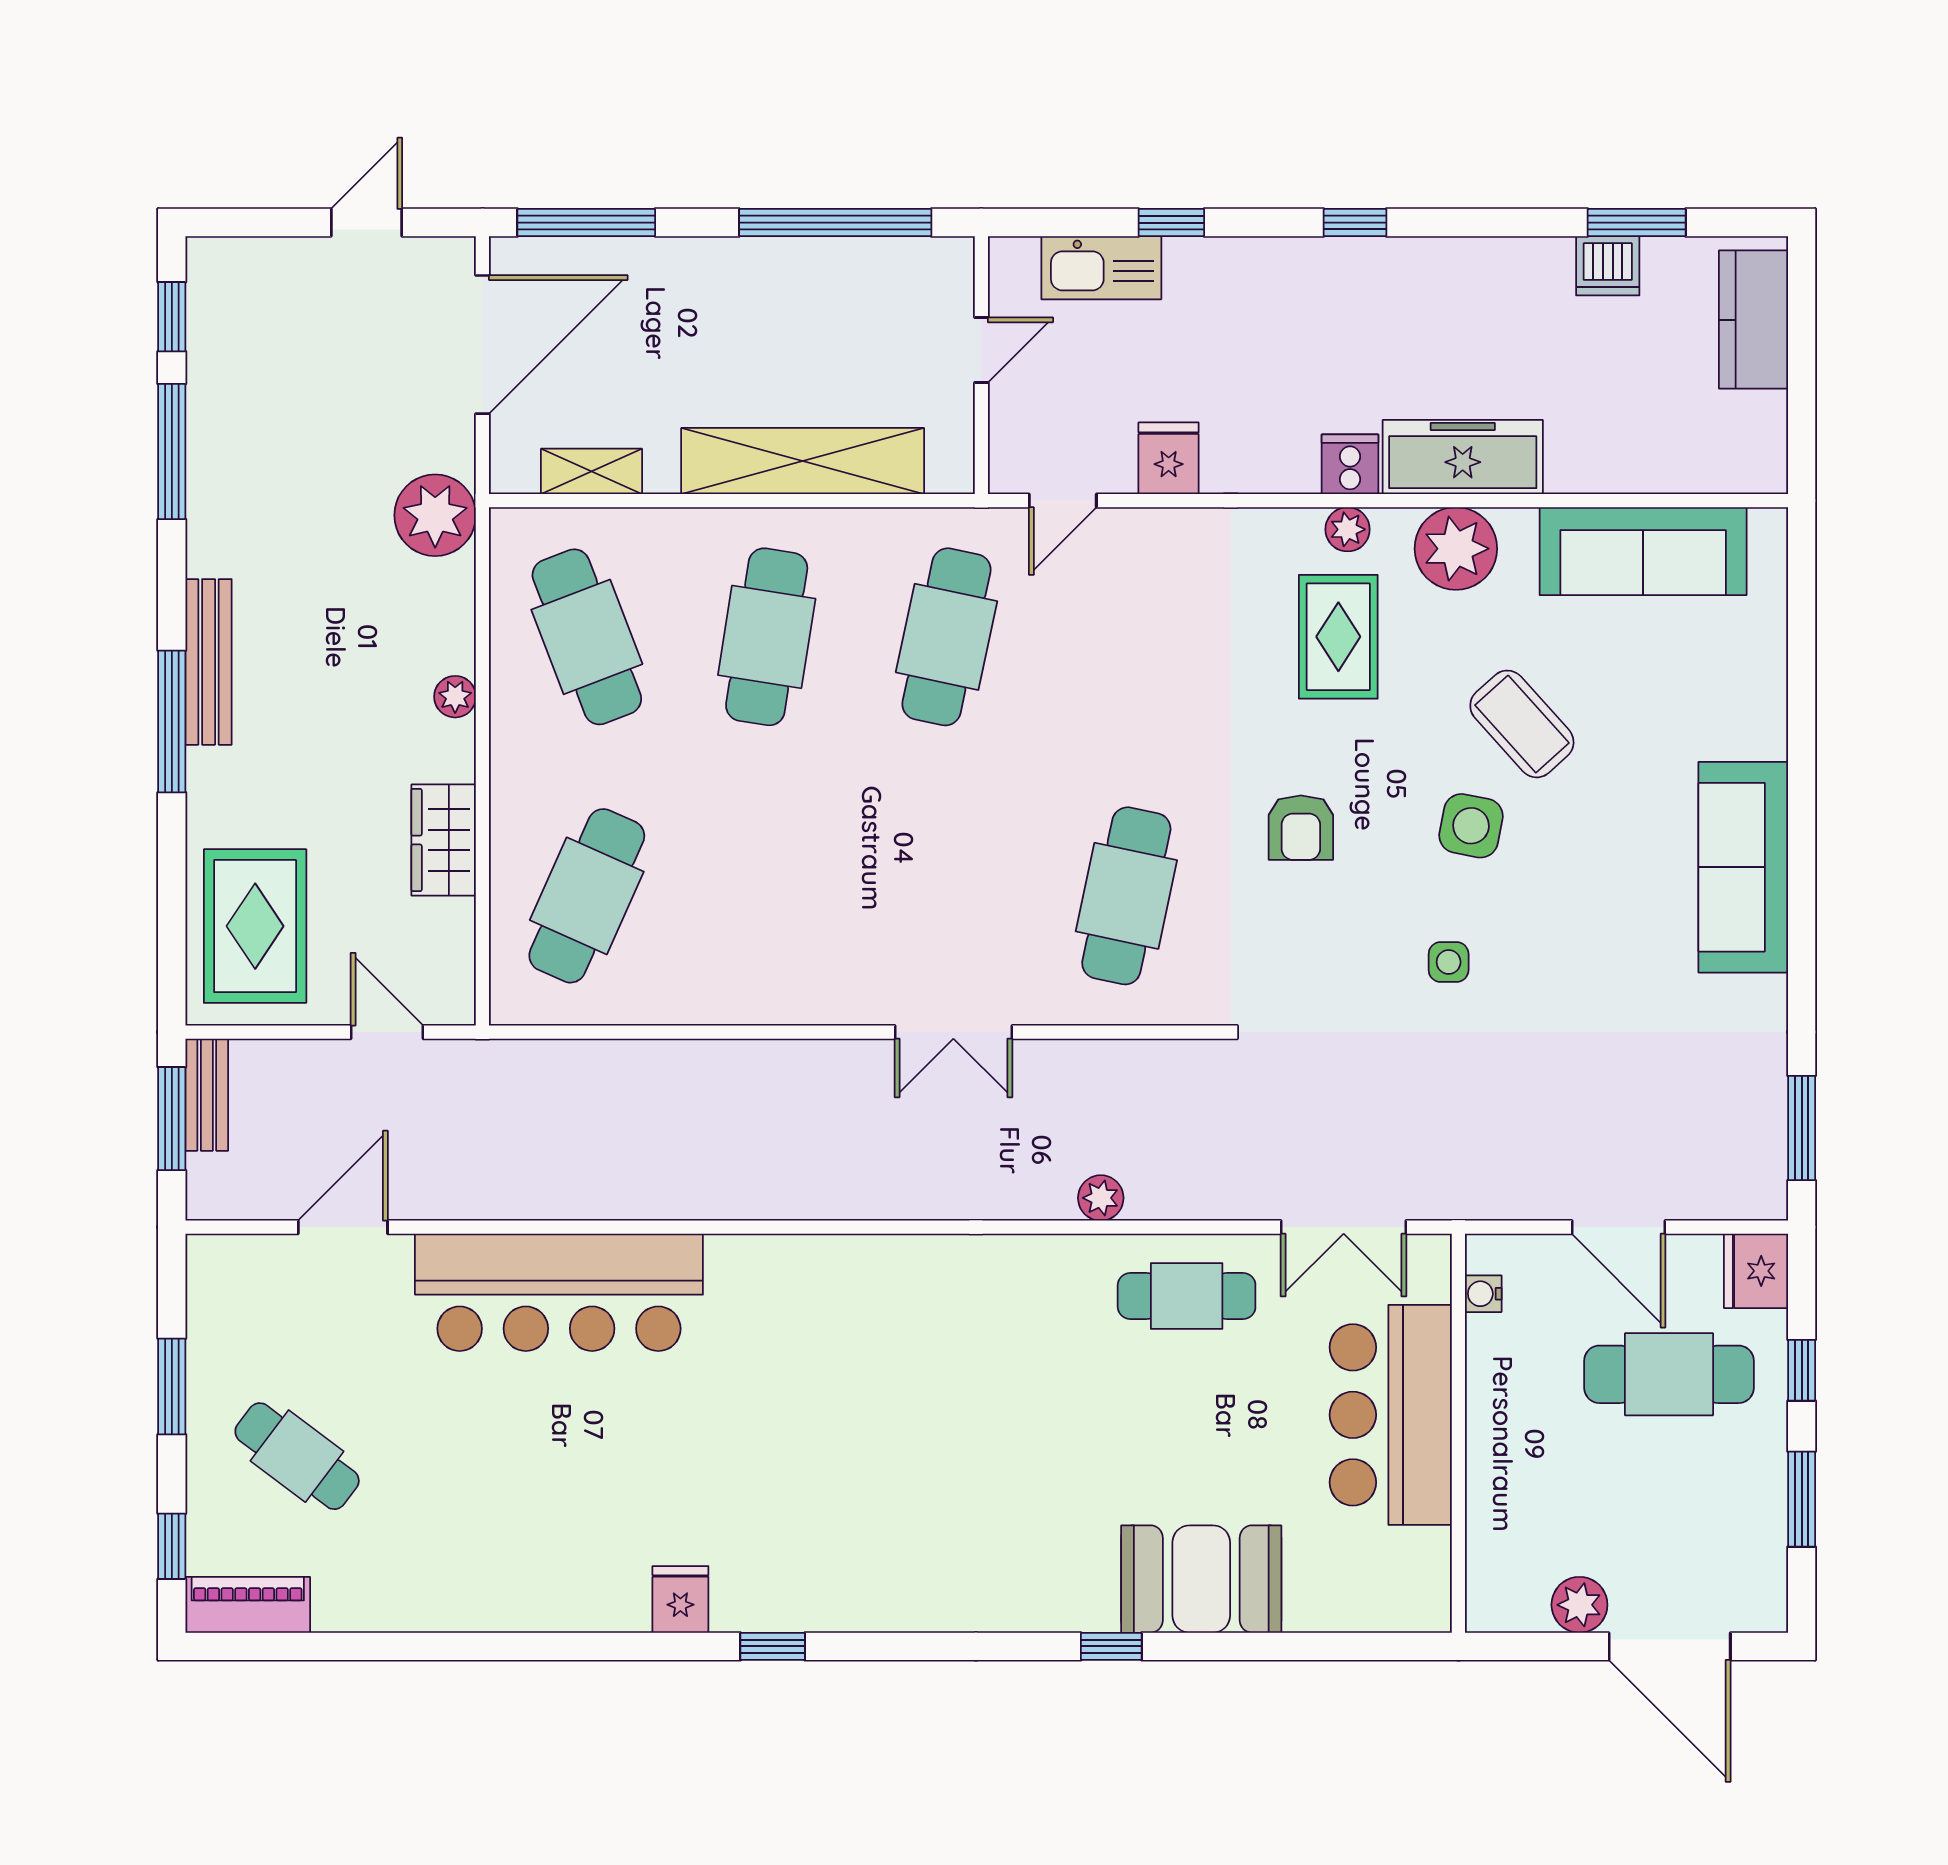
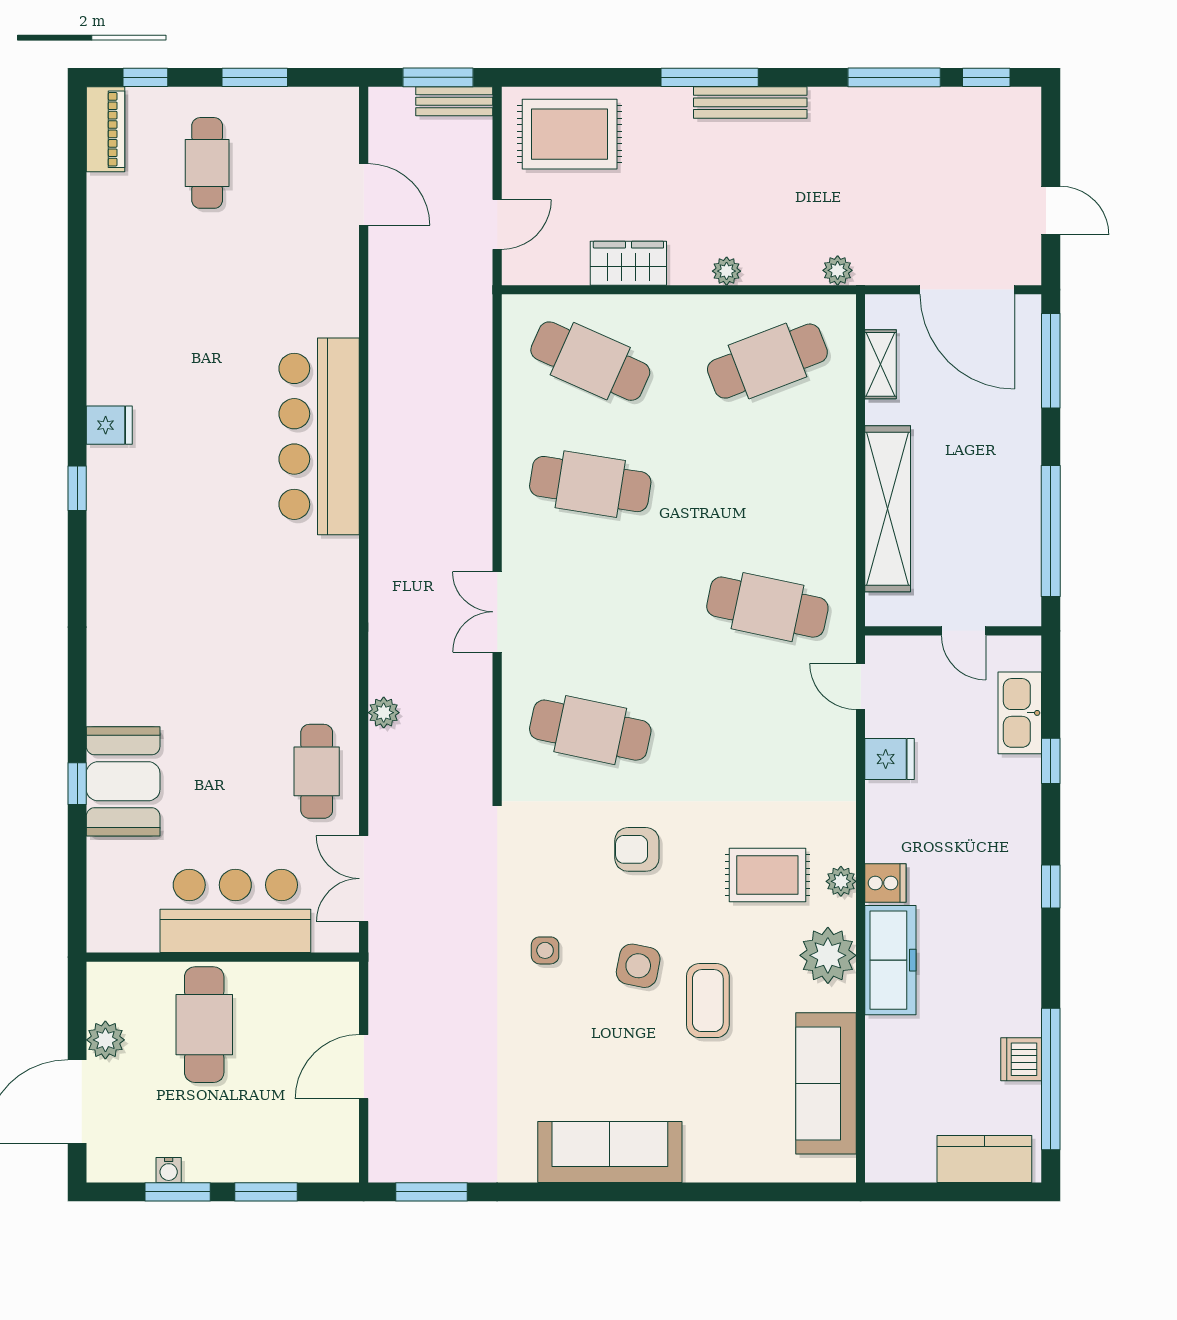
window: (1637, 223) -> (1051, 1079), width x2.11
plant: (435, 515) -> (838, 270), width x0.53, depth x0.53
cafe table: (767, 637) -> (590, 484), moved
coffee table: (1522, 724) -> (708, 1001), turned -48
fridge: (1756, 1271) -> (334, 1161), removed
bar counter: (559, 1292) -> (319, 436), moved
water cooler: (1483, 1294) -> (169, 1170), moved, turned 180
window: (1802, 1370) -> (266, 1192), width x1.50
cafe table: (1669, 1374) -> (204, 1025), moved
cafe table: (297, 1456) -> (207, 163), turned -37
window: (1111, 1646) -> (77, 784), moved

